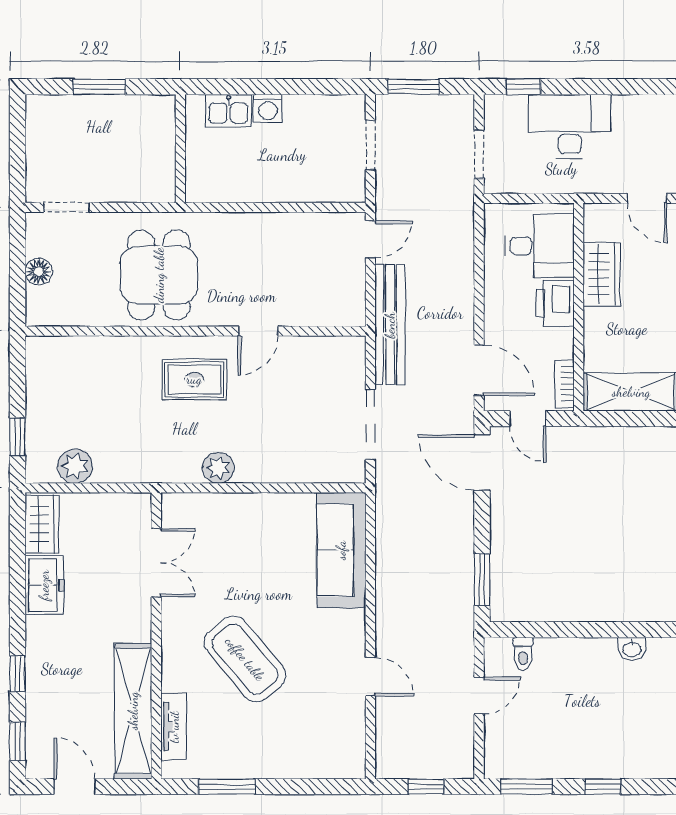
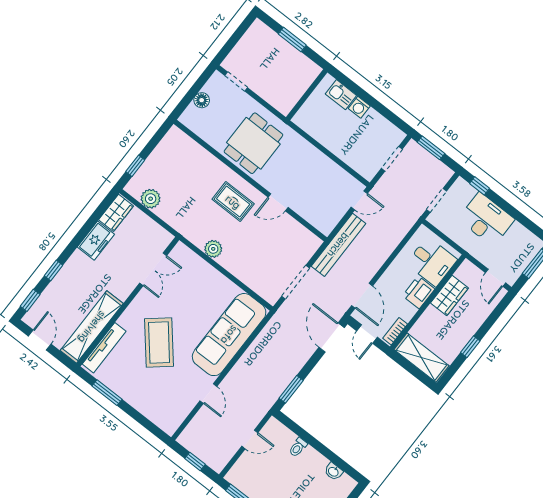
sofa: (341, 550) -> (229, 335), width x1.36, depth x1.27
toilet: (523, 654) -> (298, 447), moved
tv unit: (174, 727) -> (104, 348), width x1.41

